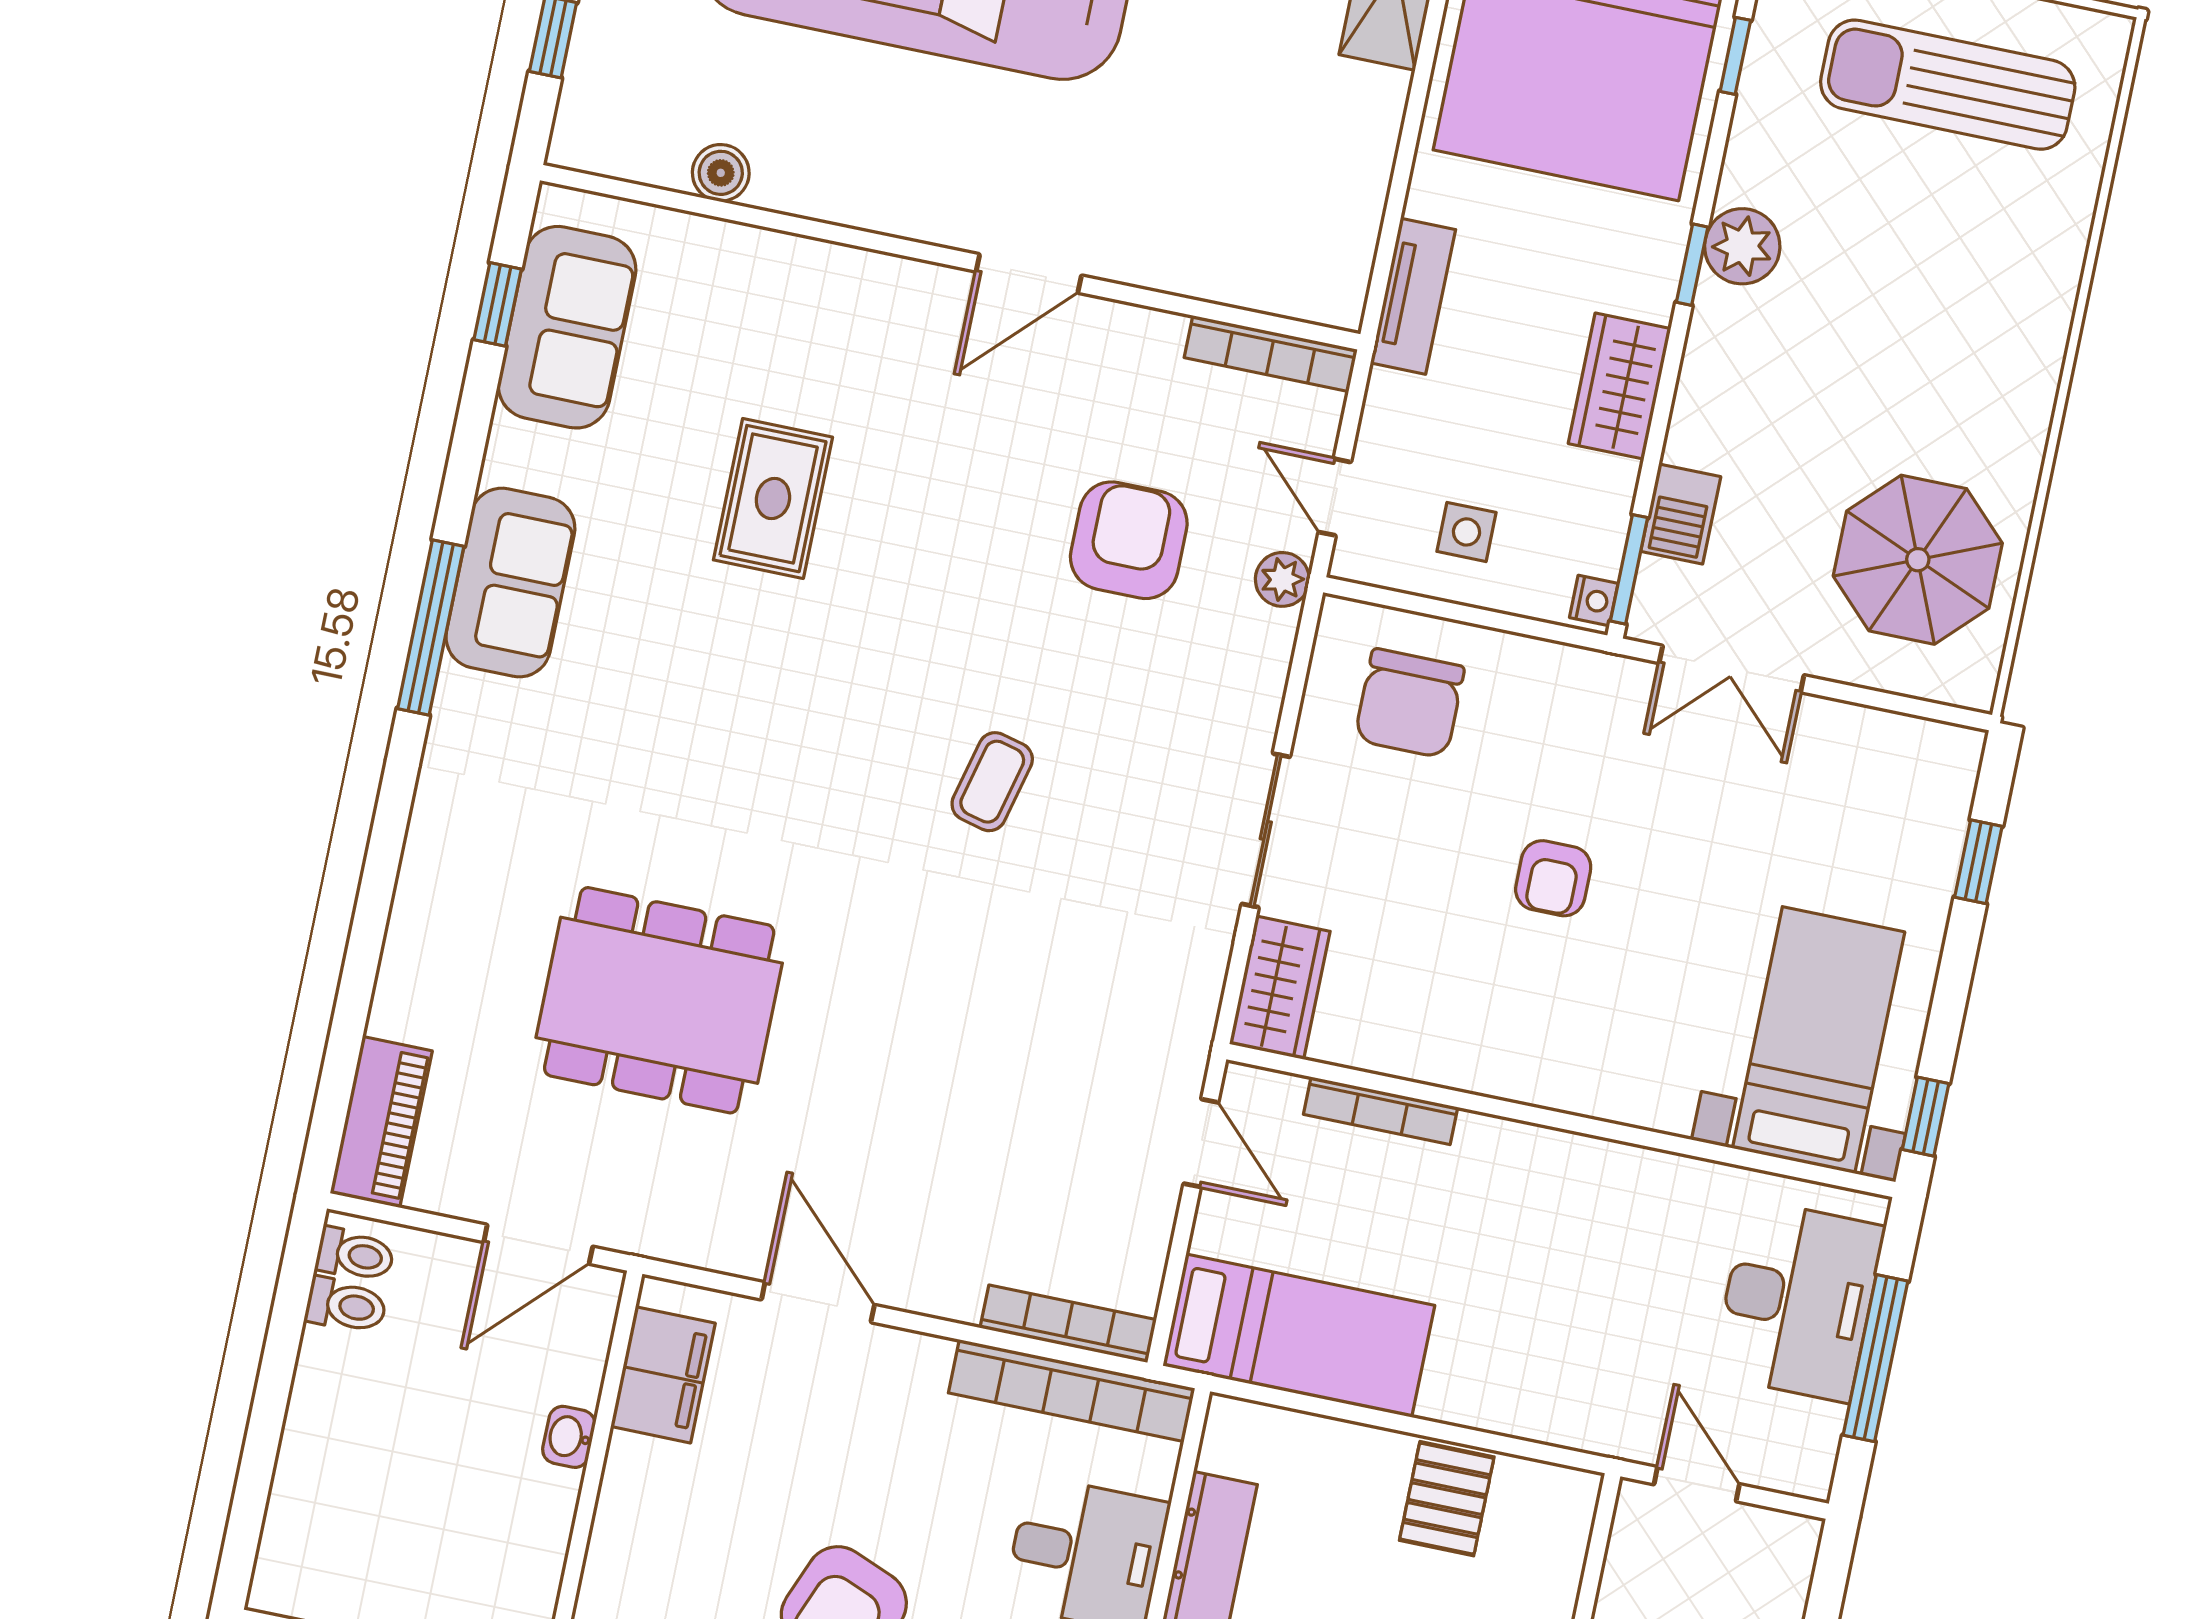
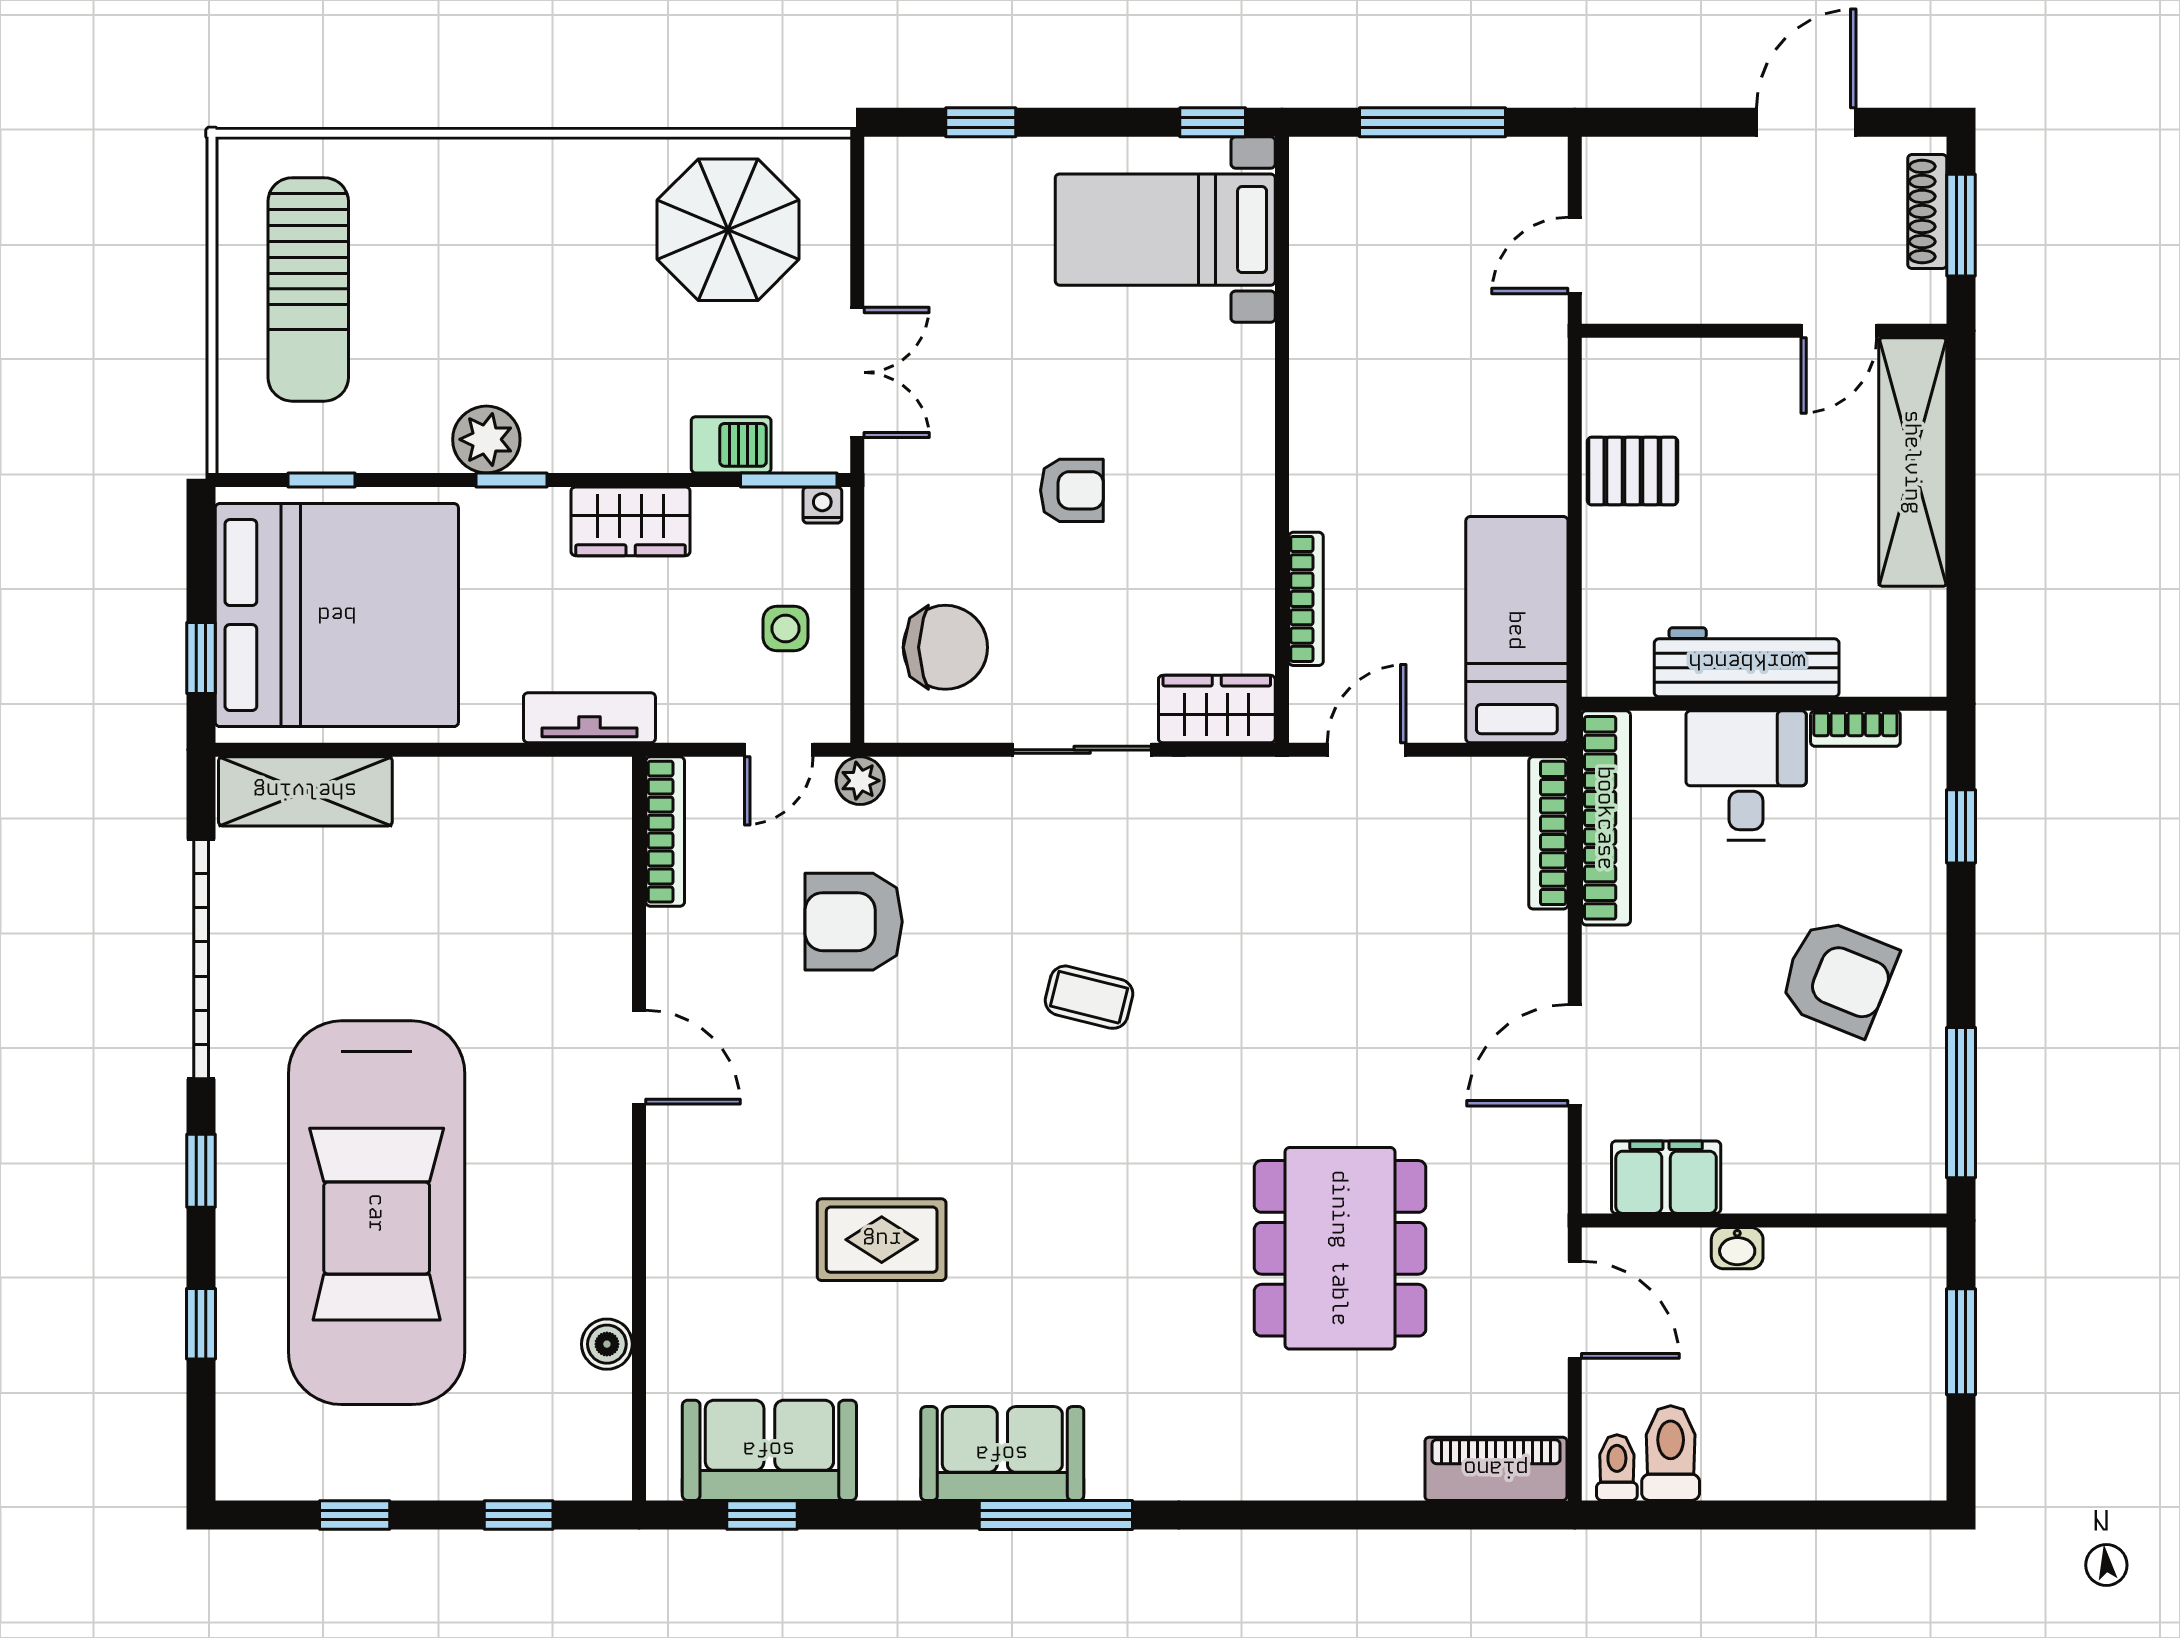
desk: (1798, 1301) -> (1396, 200), removed
toilet: (346, 1305) -> (1671, 1453), width x1.37, depth x1.39

